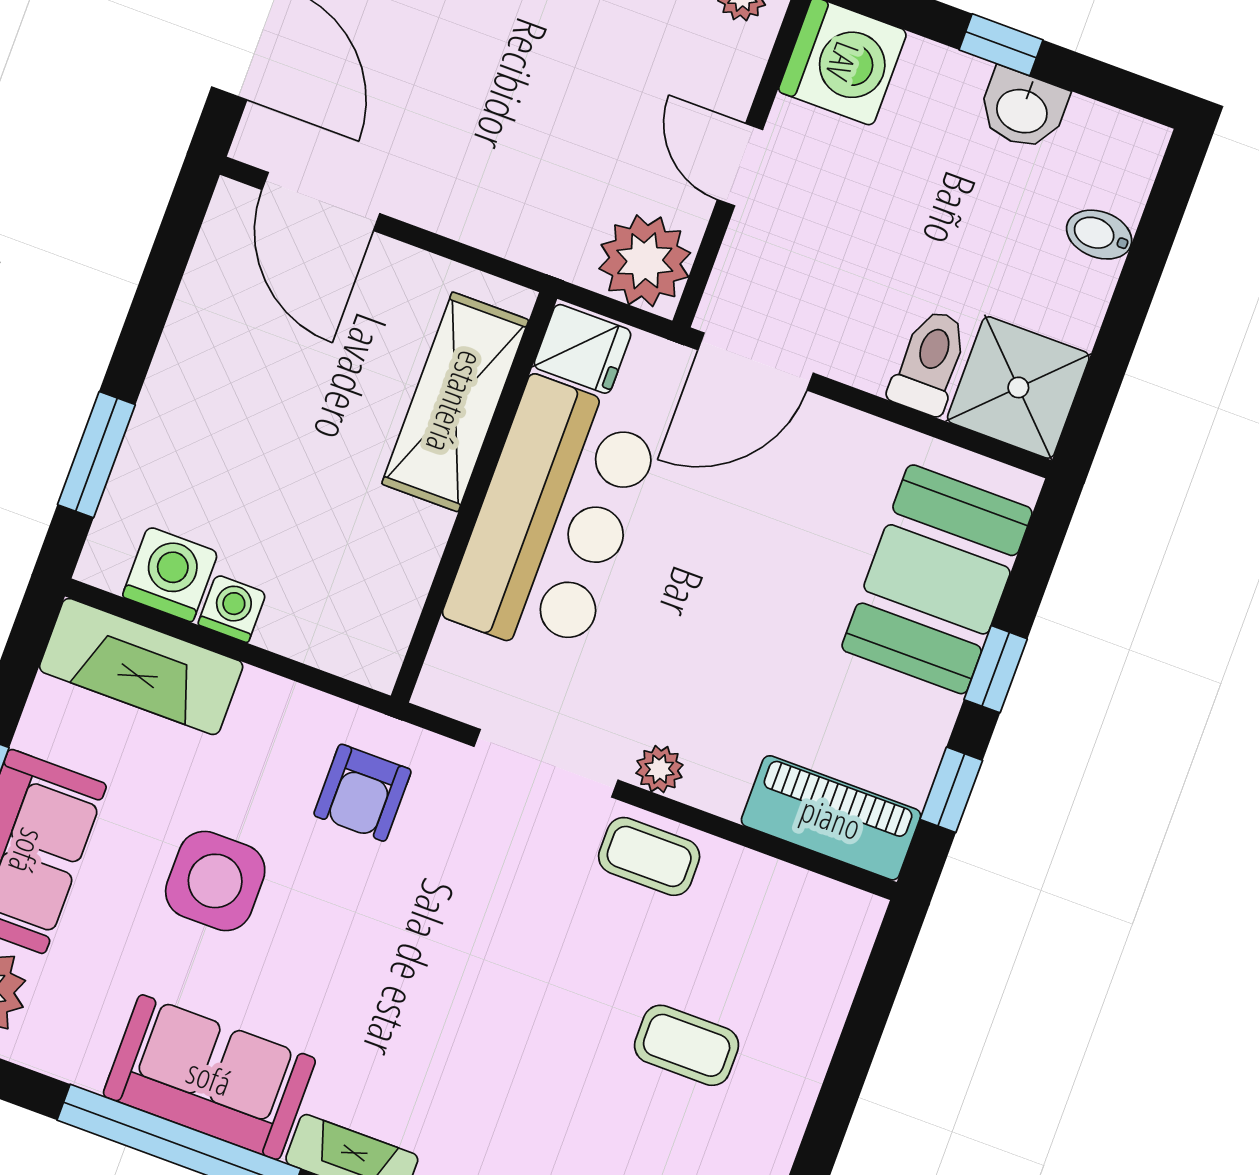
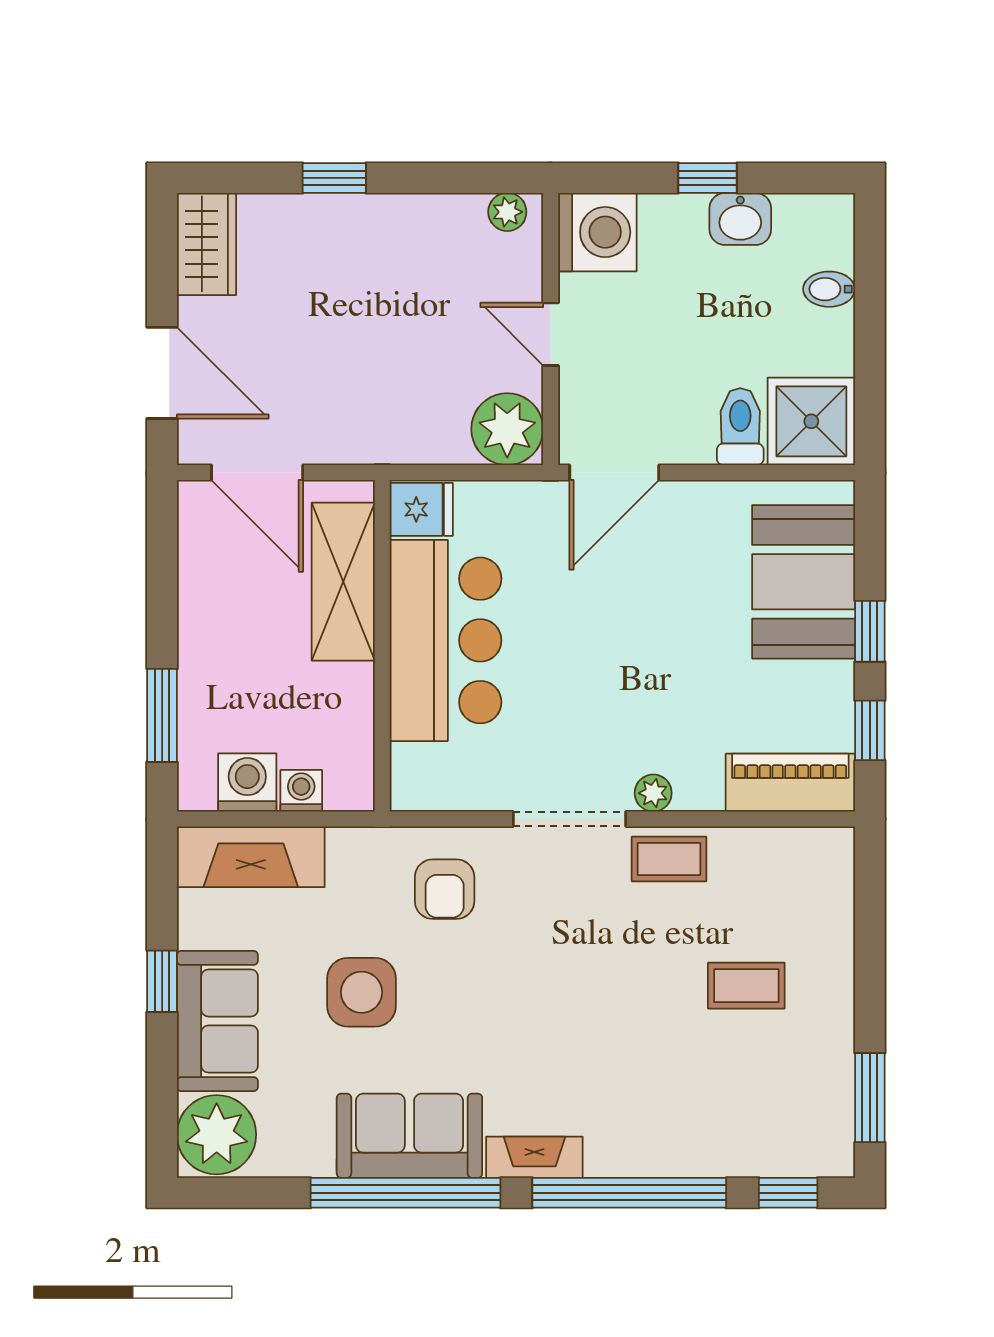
fridge: (583, 349) -> (421, 509), moved
shelving: (455, 402) -> (343, 582), moved
wall: (474, 497) -> (382, 646), moved
bar counter: (553, 519) -> (446, 640), moved

